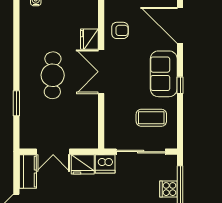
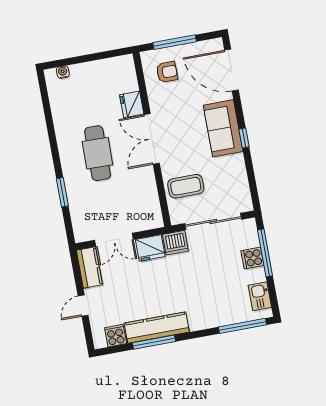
armchair: (120, 30) -> (167, 72), moved
coffee table: (151, 118) -> (186, 186), moved

